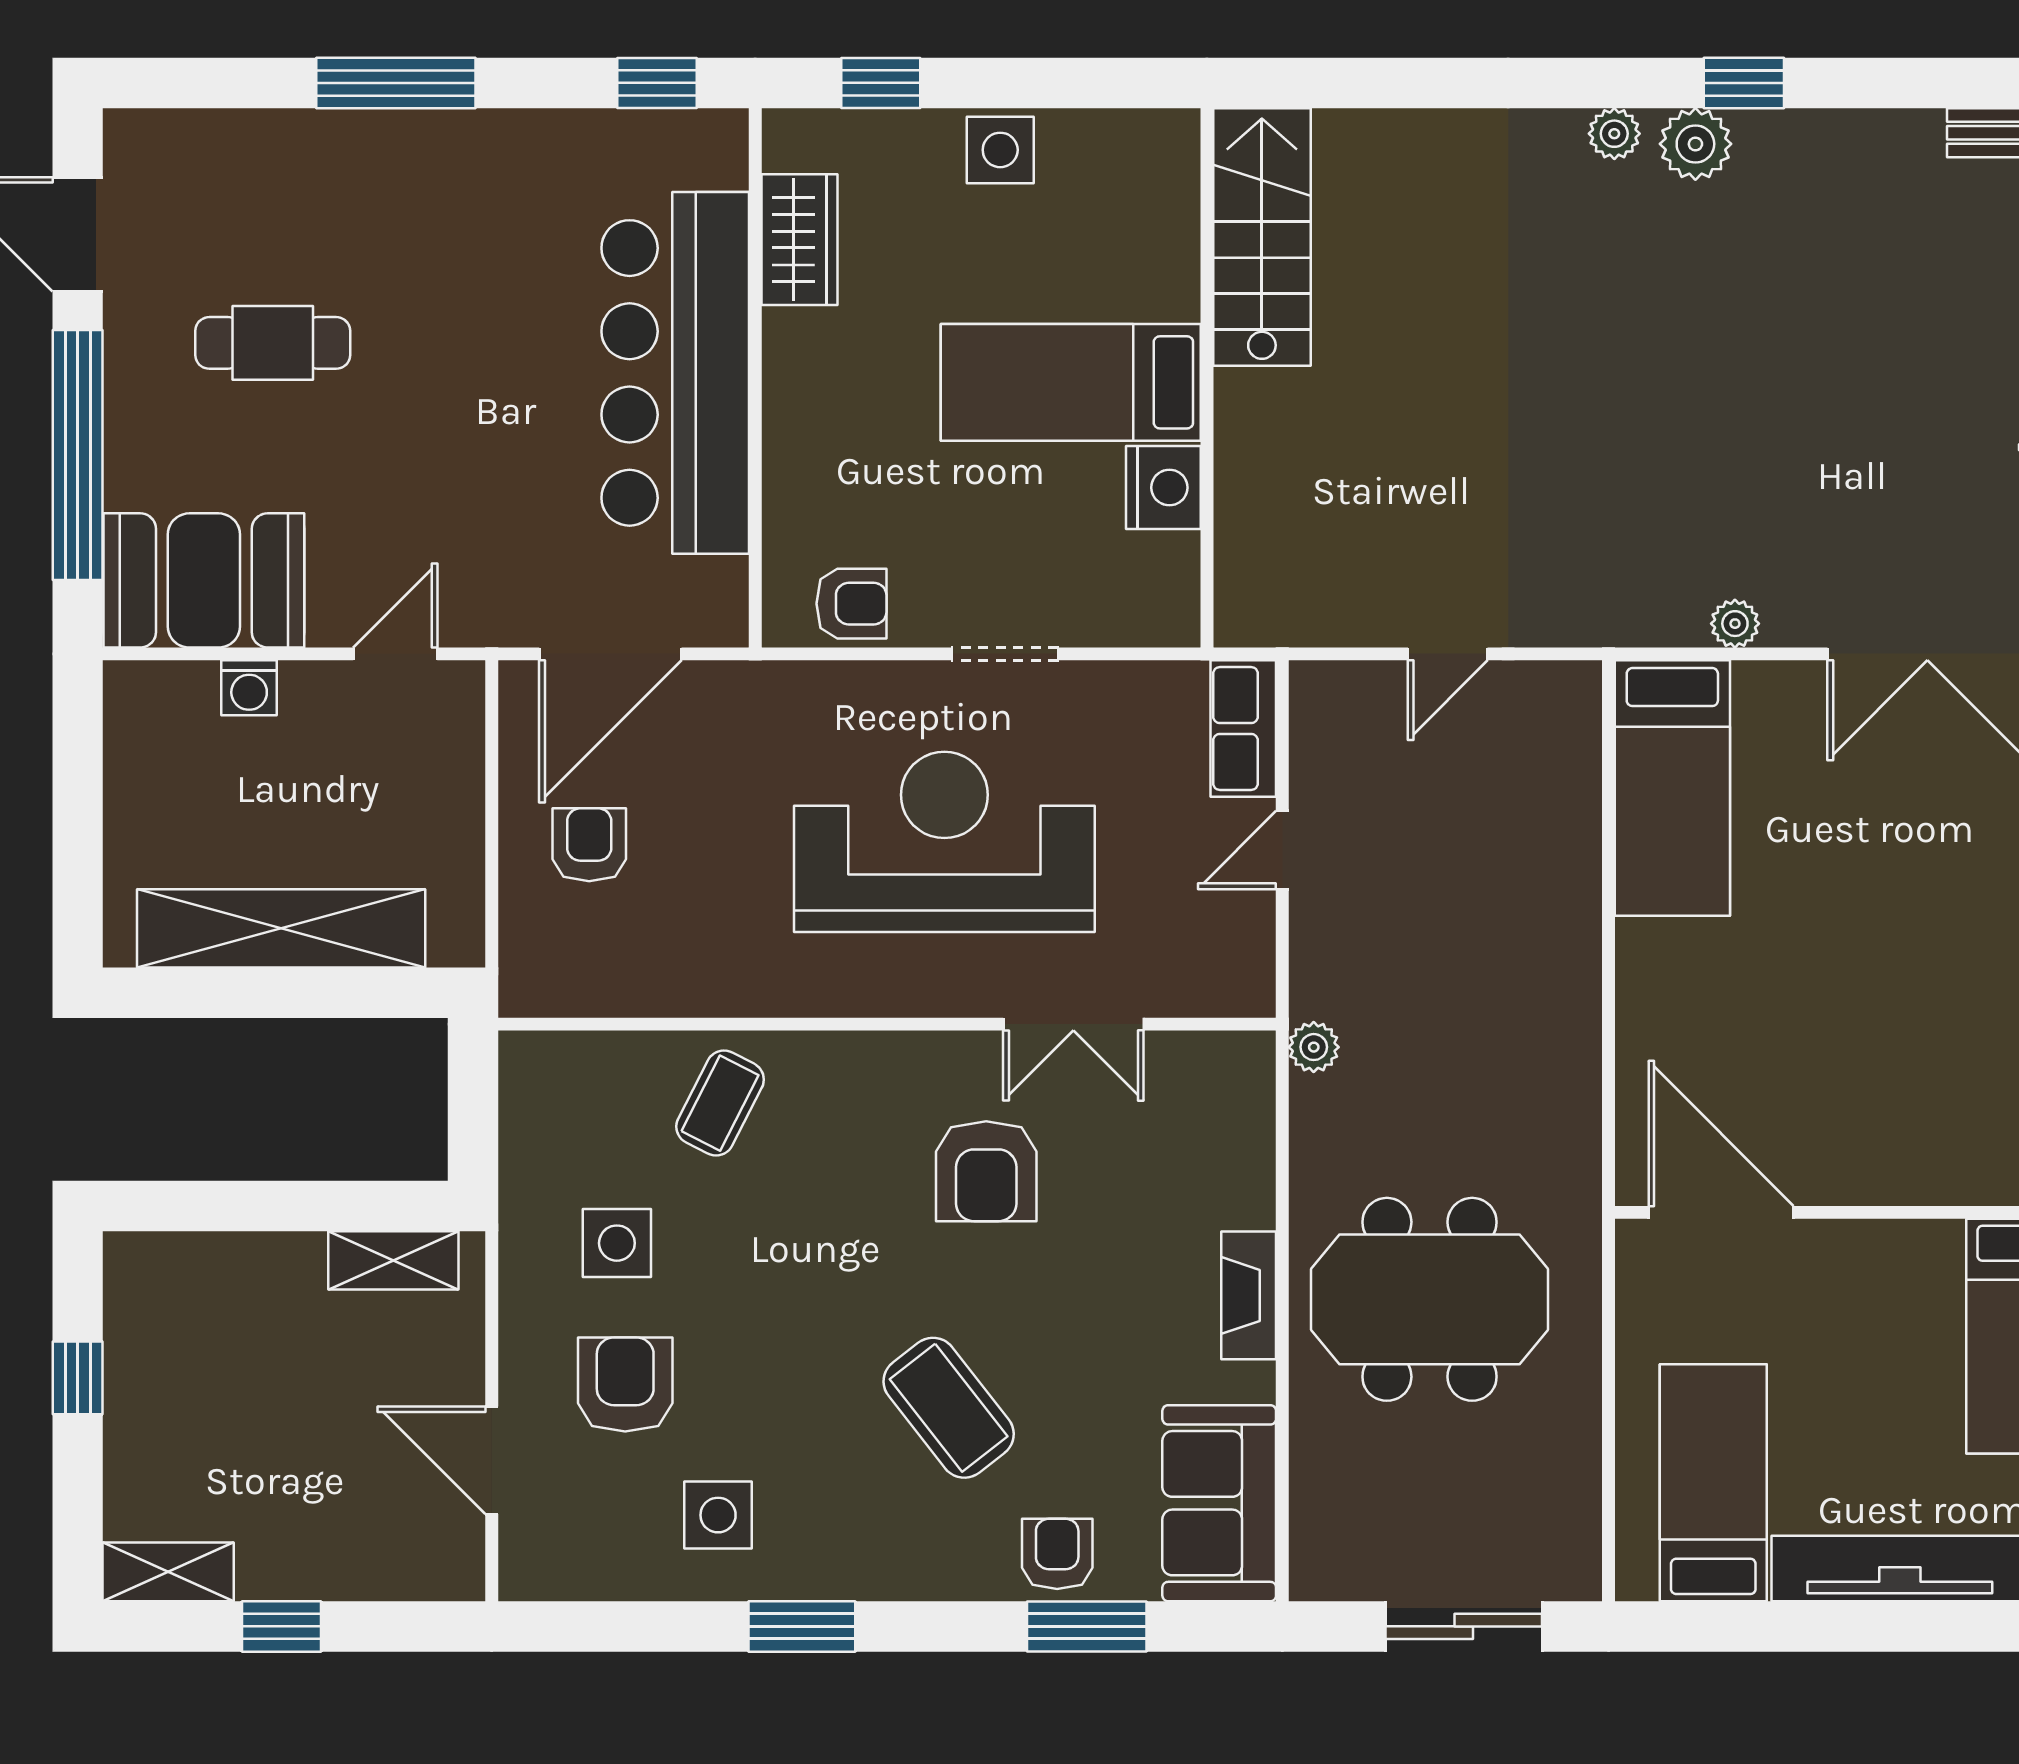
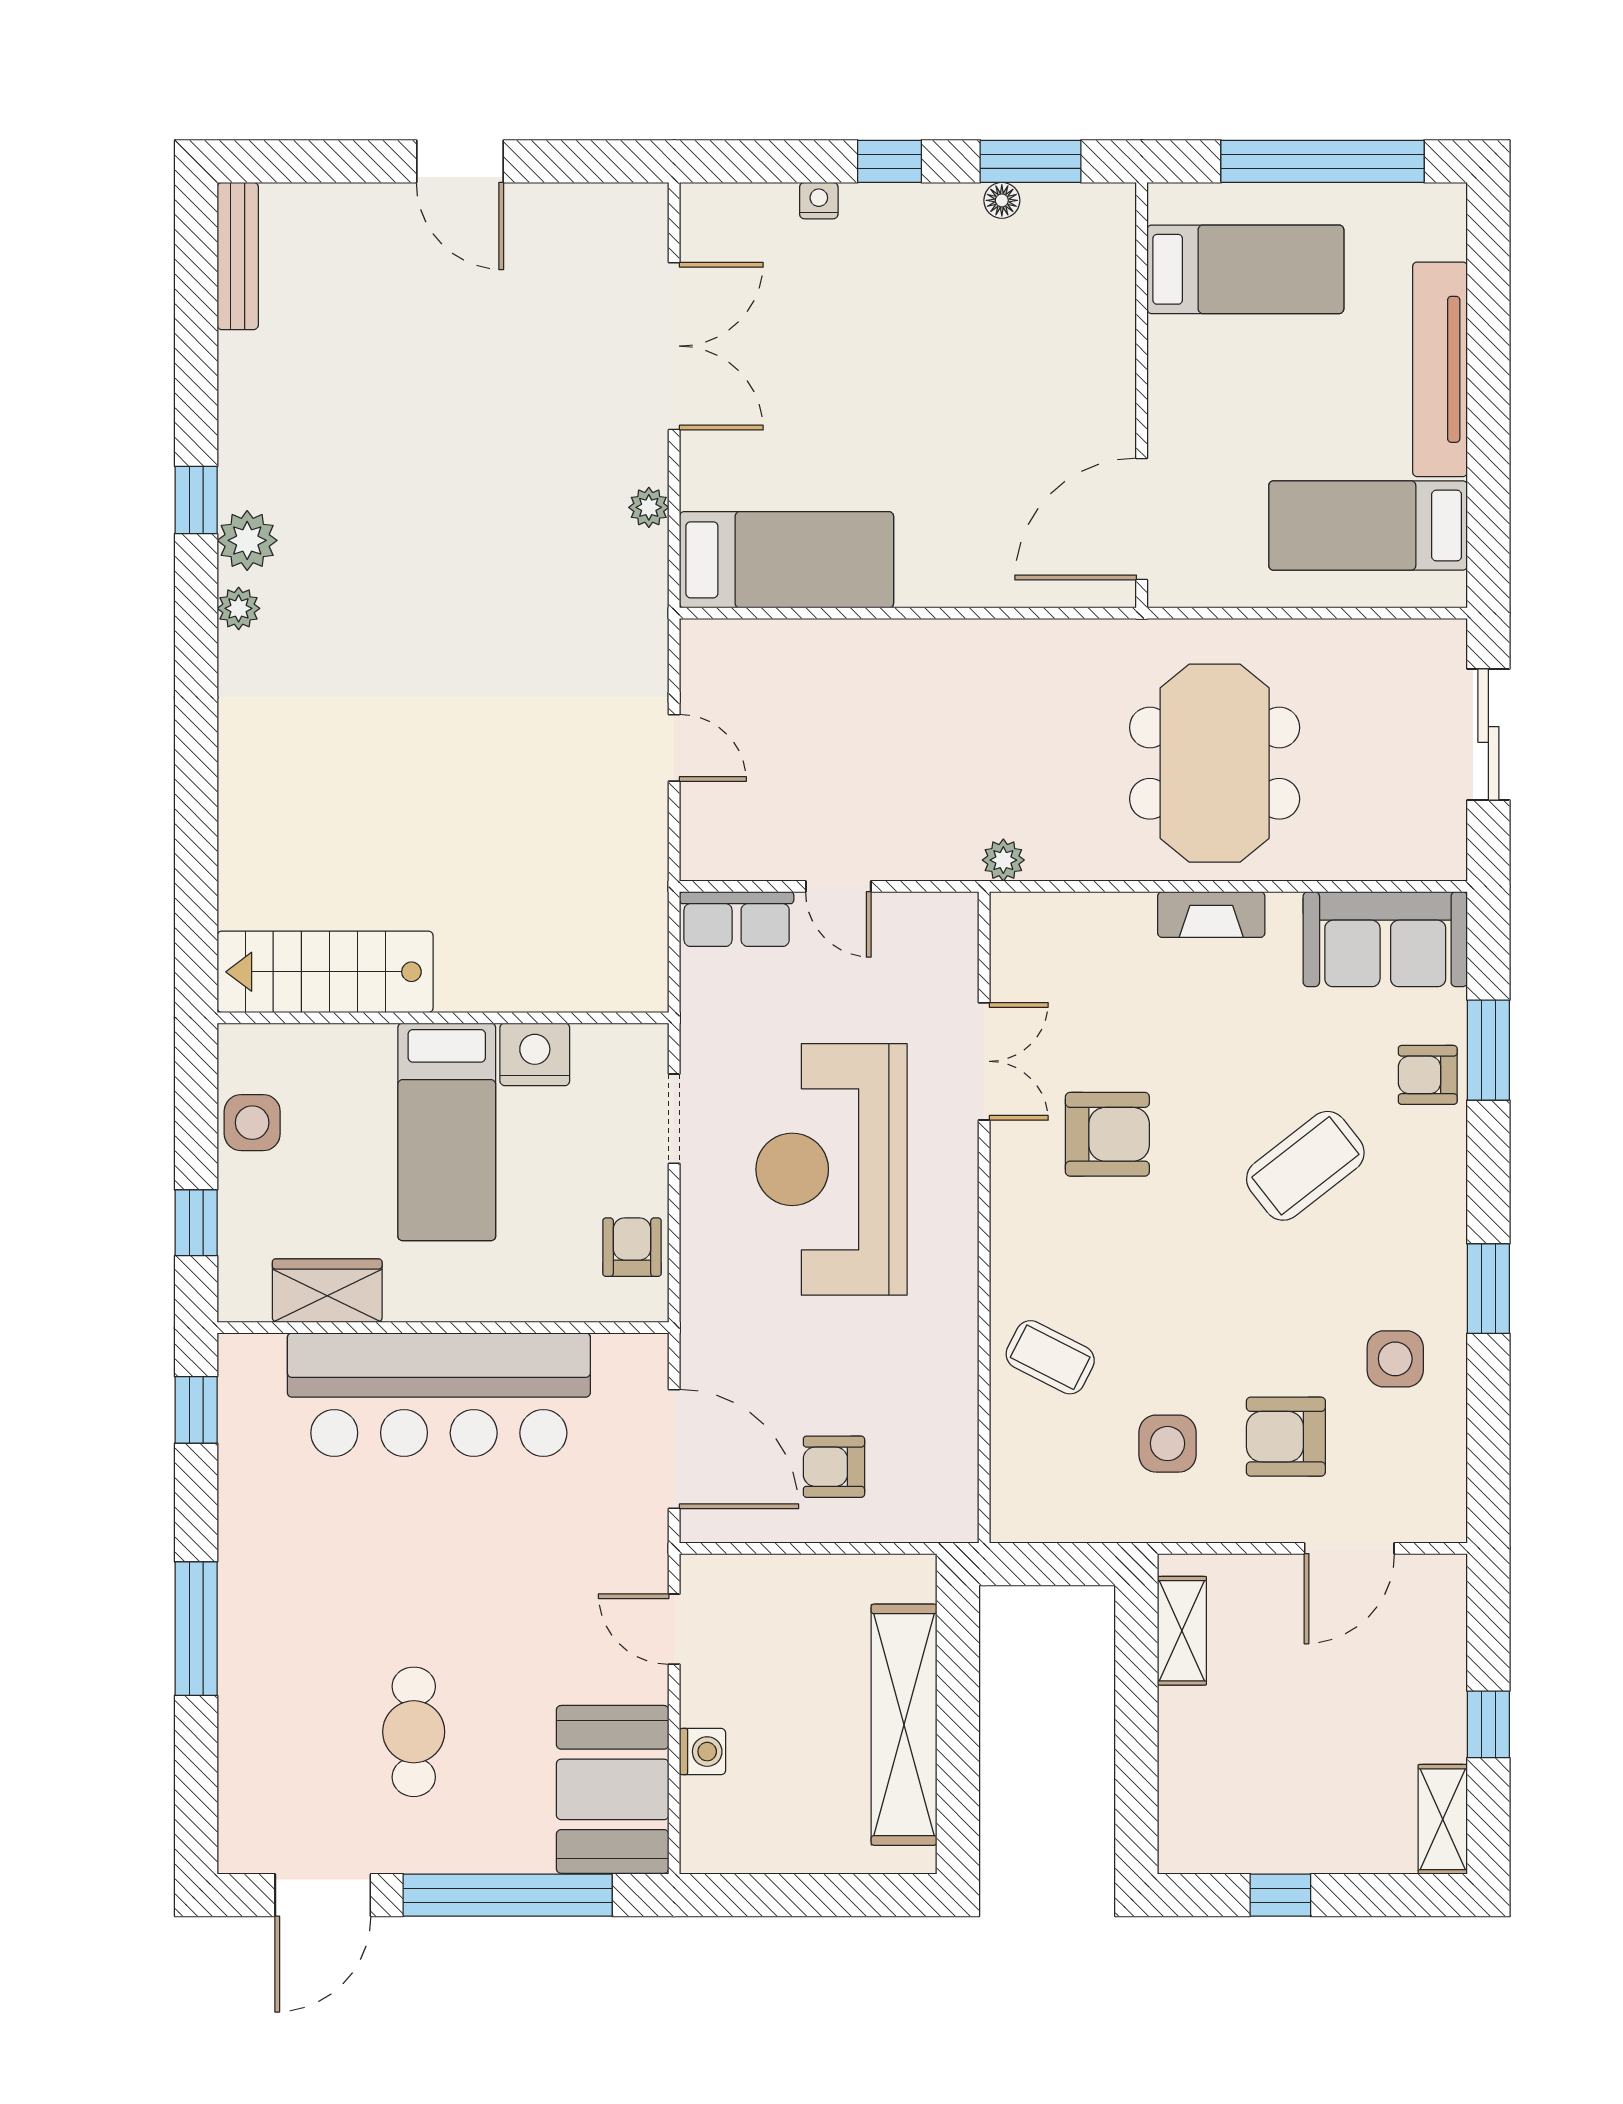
stairs: (1262, 237) -> (325, 972), moved
wall: (1207, 378) -> (443, 1018), moved
bed: (1071, 382) -> (447, 1132), moved
nightstand: (1163, 488) -> (535, 1054), moved

